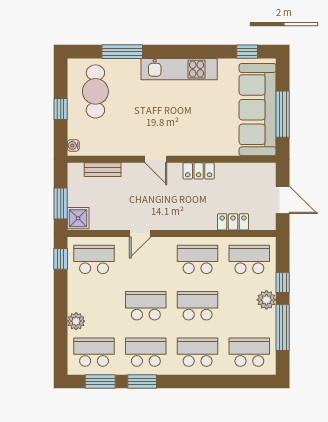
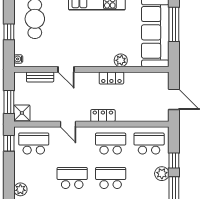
window: (283, 114) -> (174, 24), moved
plant: (211, 147) -> (121, 60), added
door: (156, 159) -> (66, 69), moved
locker: (233, 222) -> (103, 116), moved
door: (140, 233) -> (68, 124), hinge flipped

